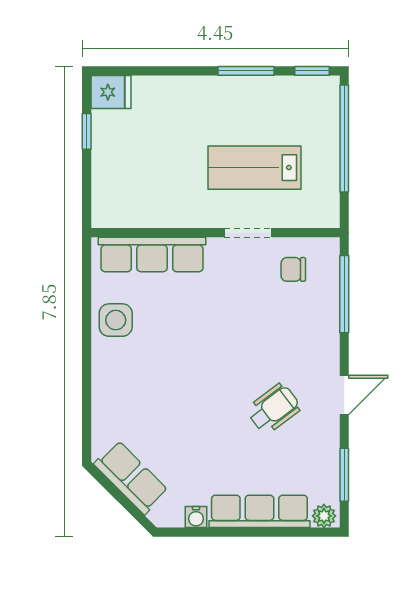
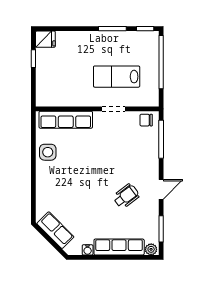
chair: (293, 269) -> (146, 120), moved

